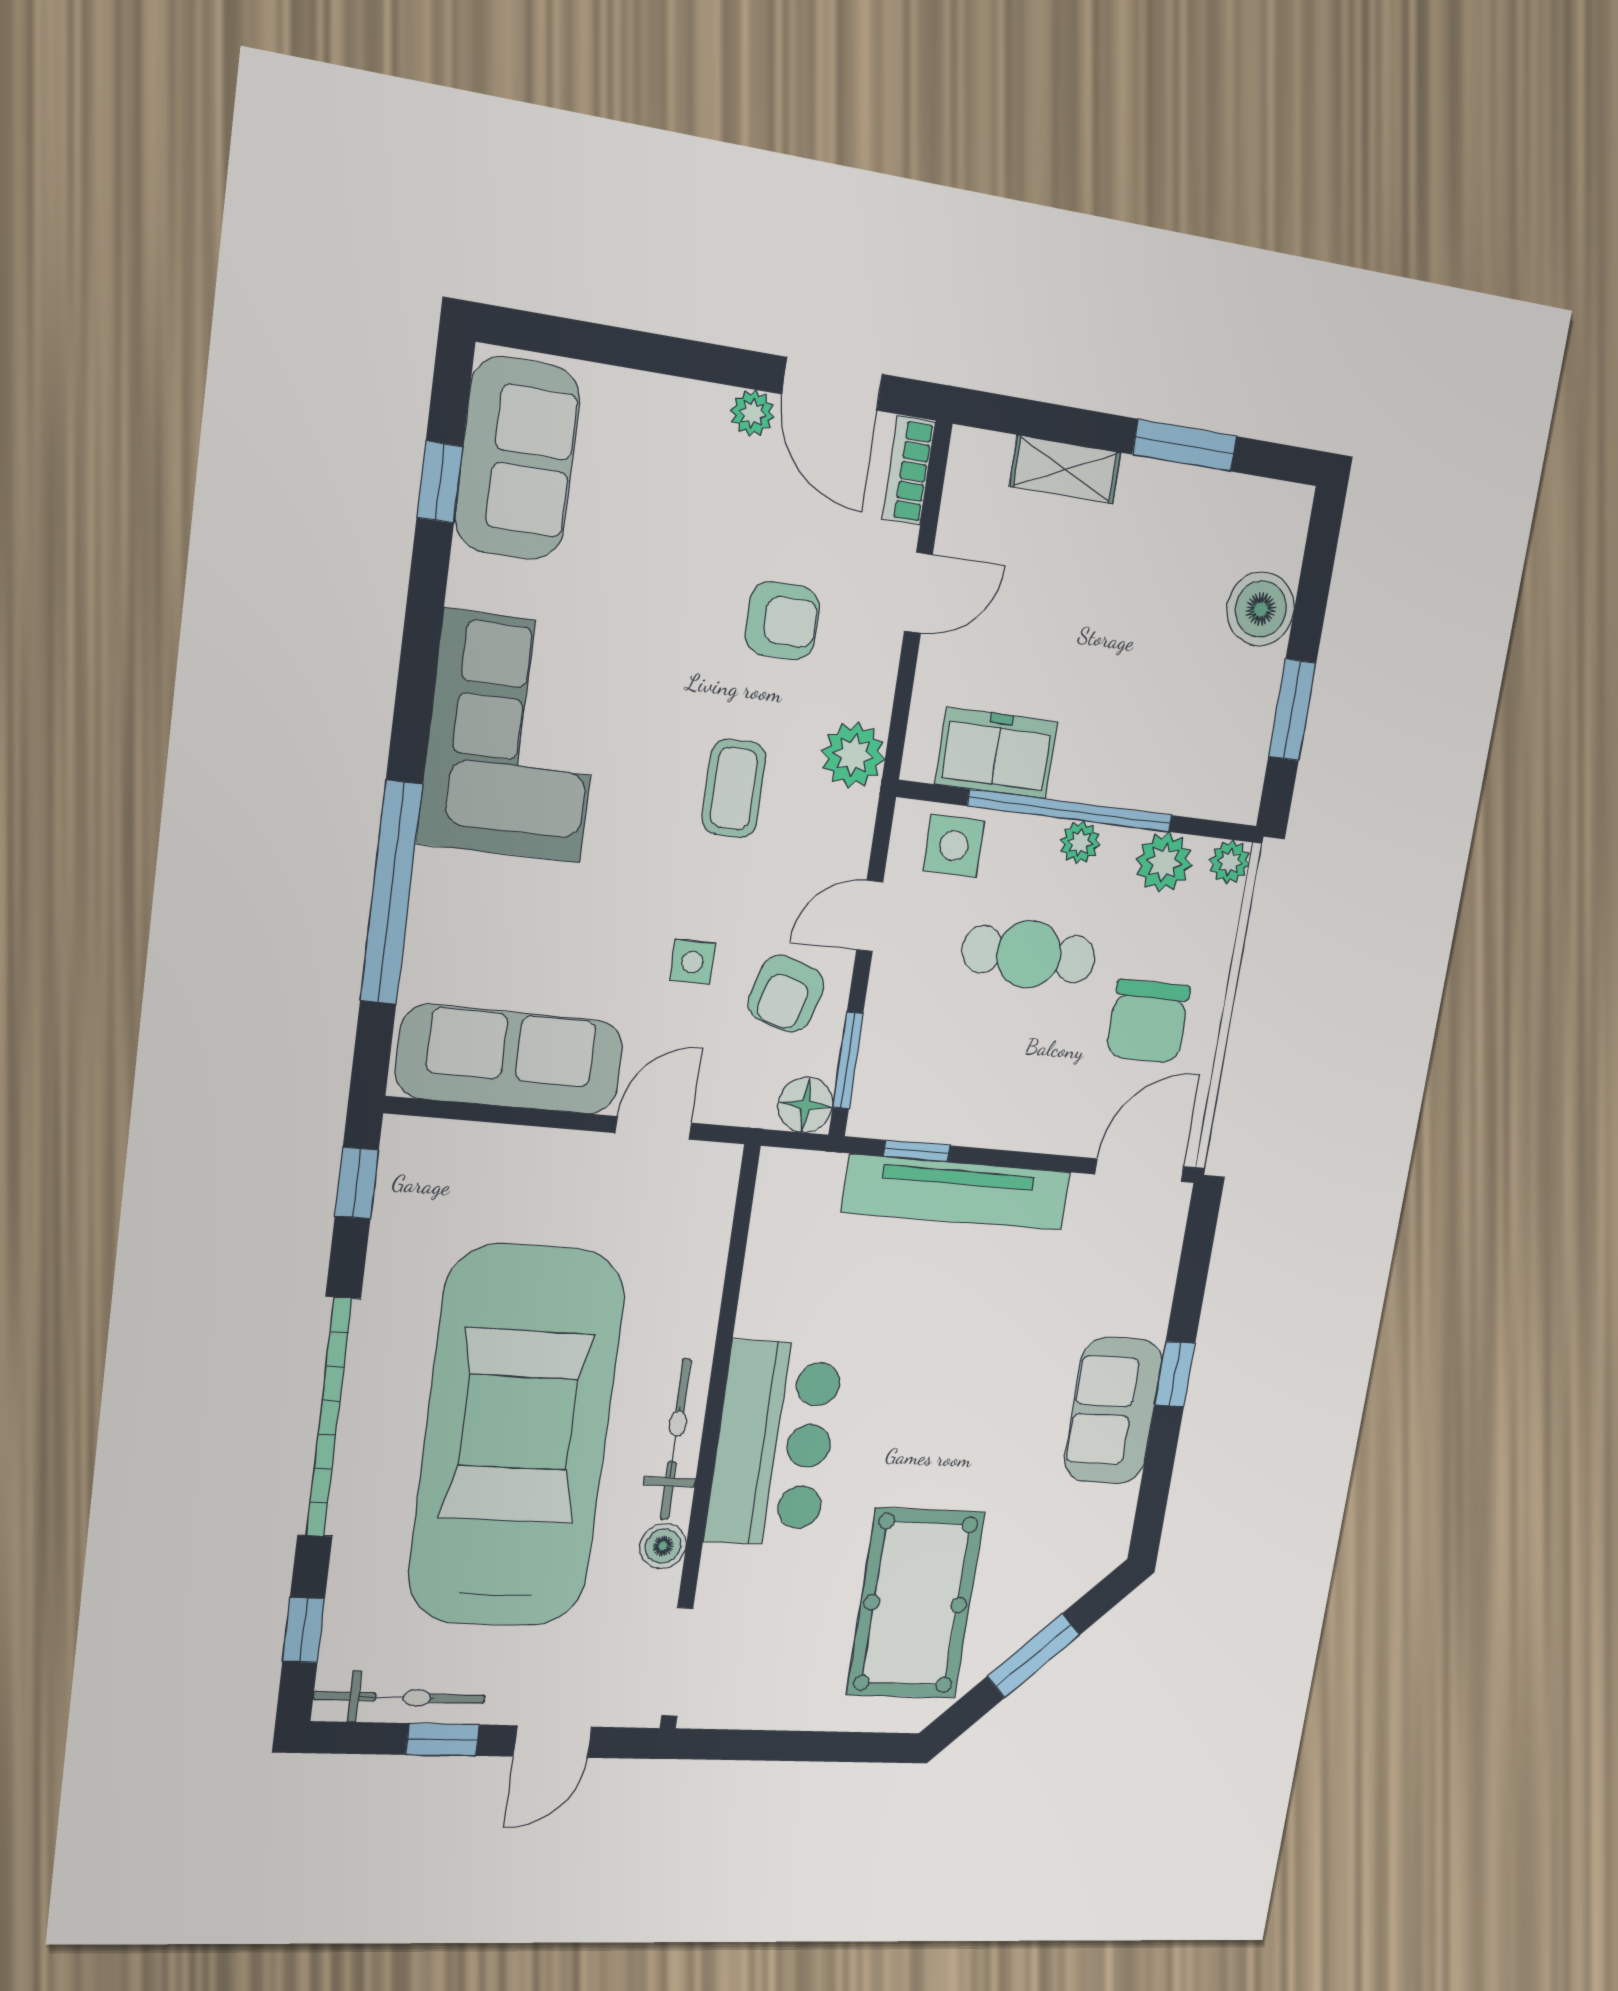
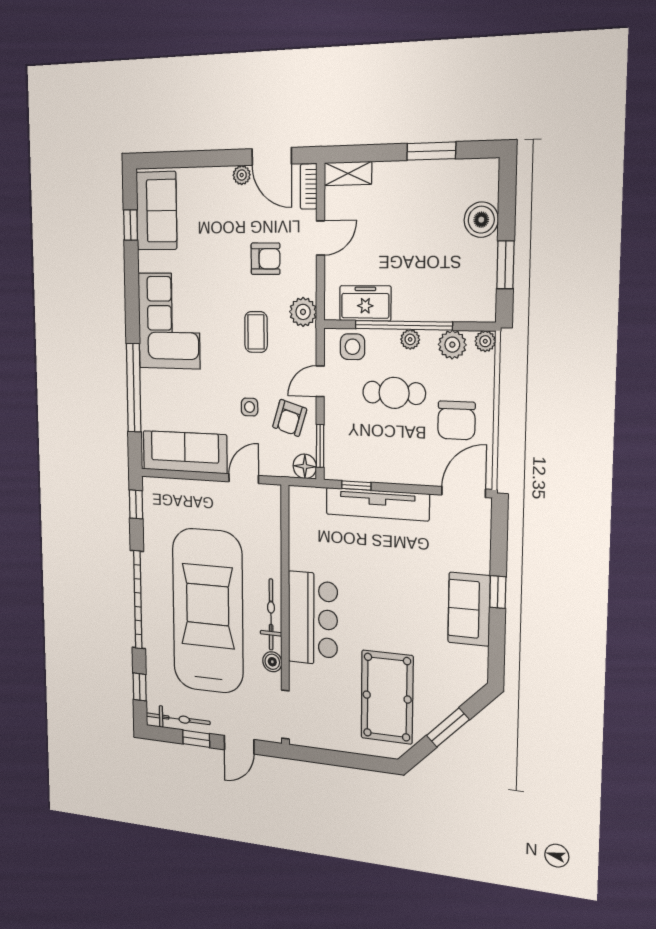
shelving: (1065, 469) -> (348, 174), moved

